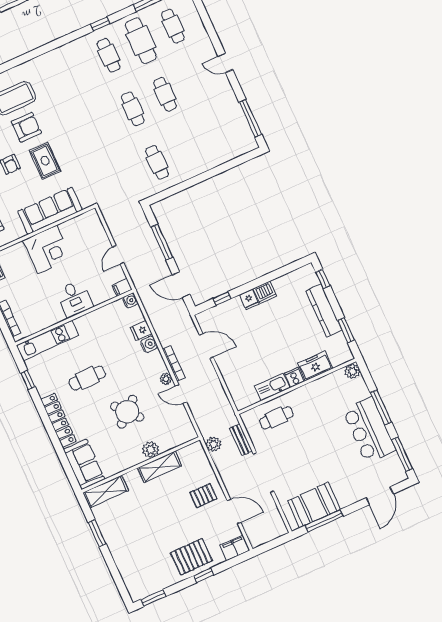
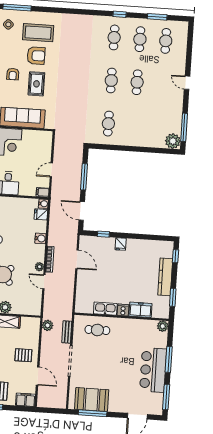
cafe table: (141, 41) -> (140, 39), width x0.73, depth x0.74
plant: (246, 142) -> (173, 141), added
dishwasher: (265, 292) -> (133, 245), removed
fridge: (141, 331) -> (41, 214), moved

